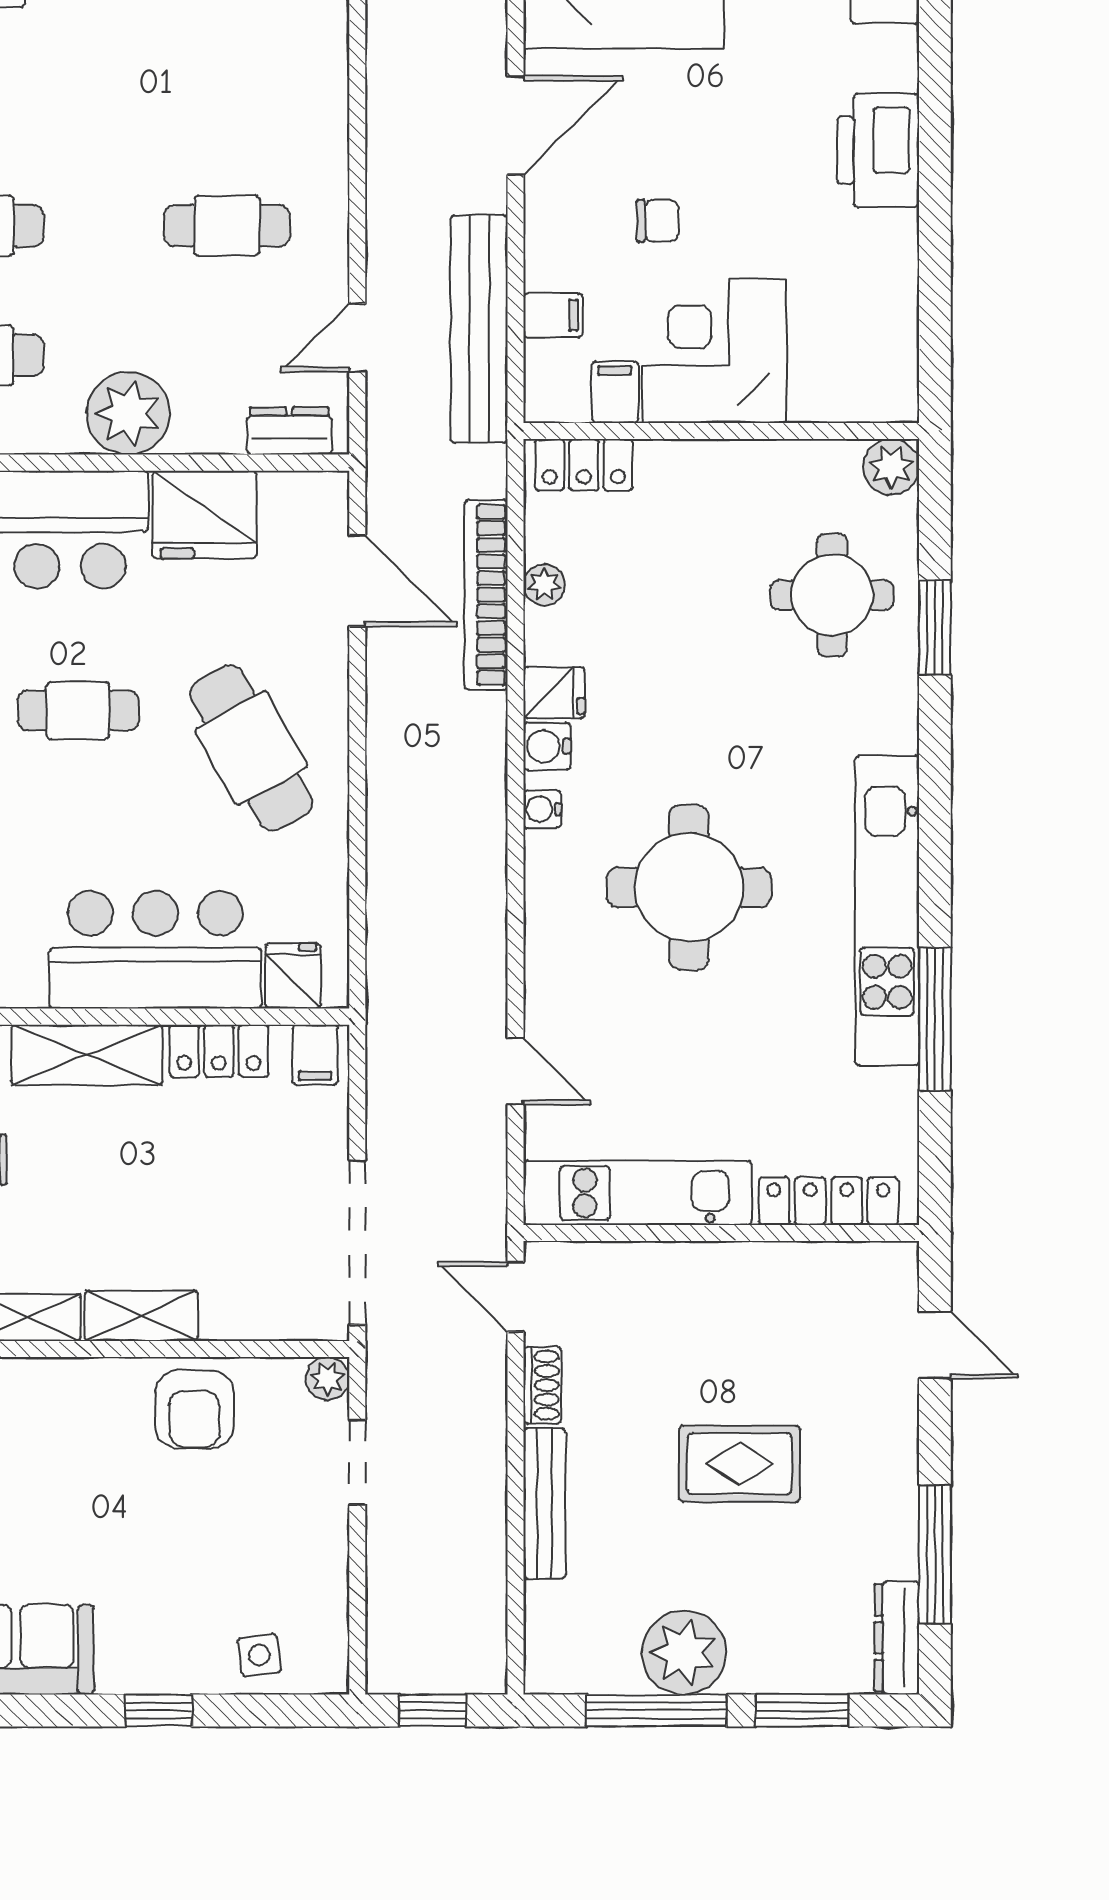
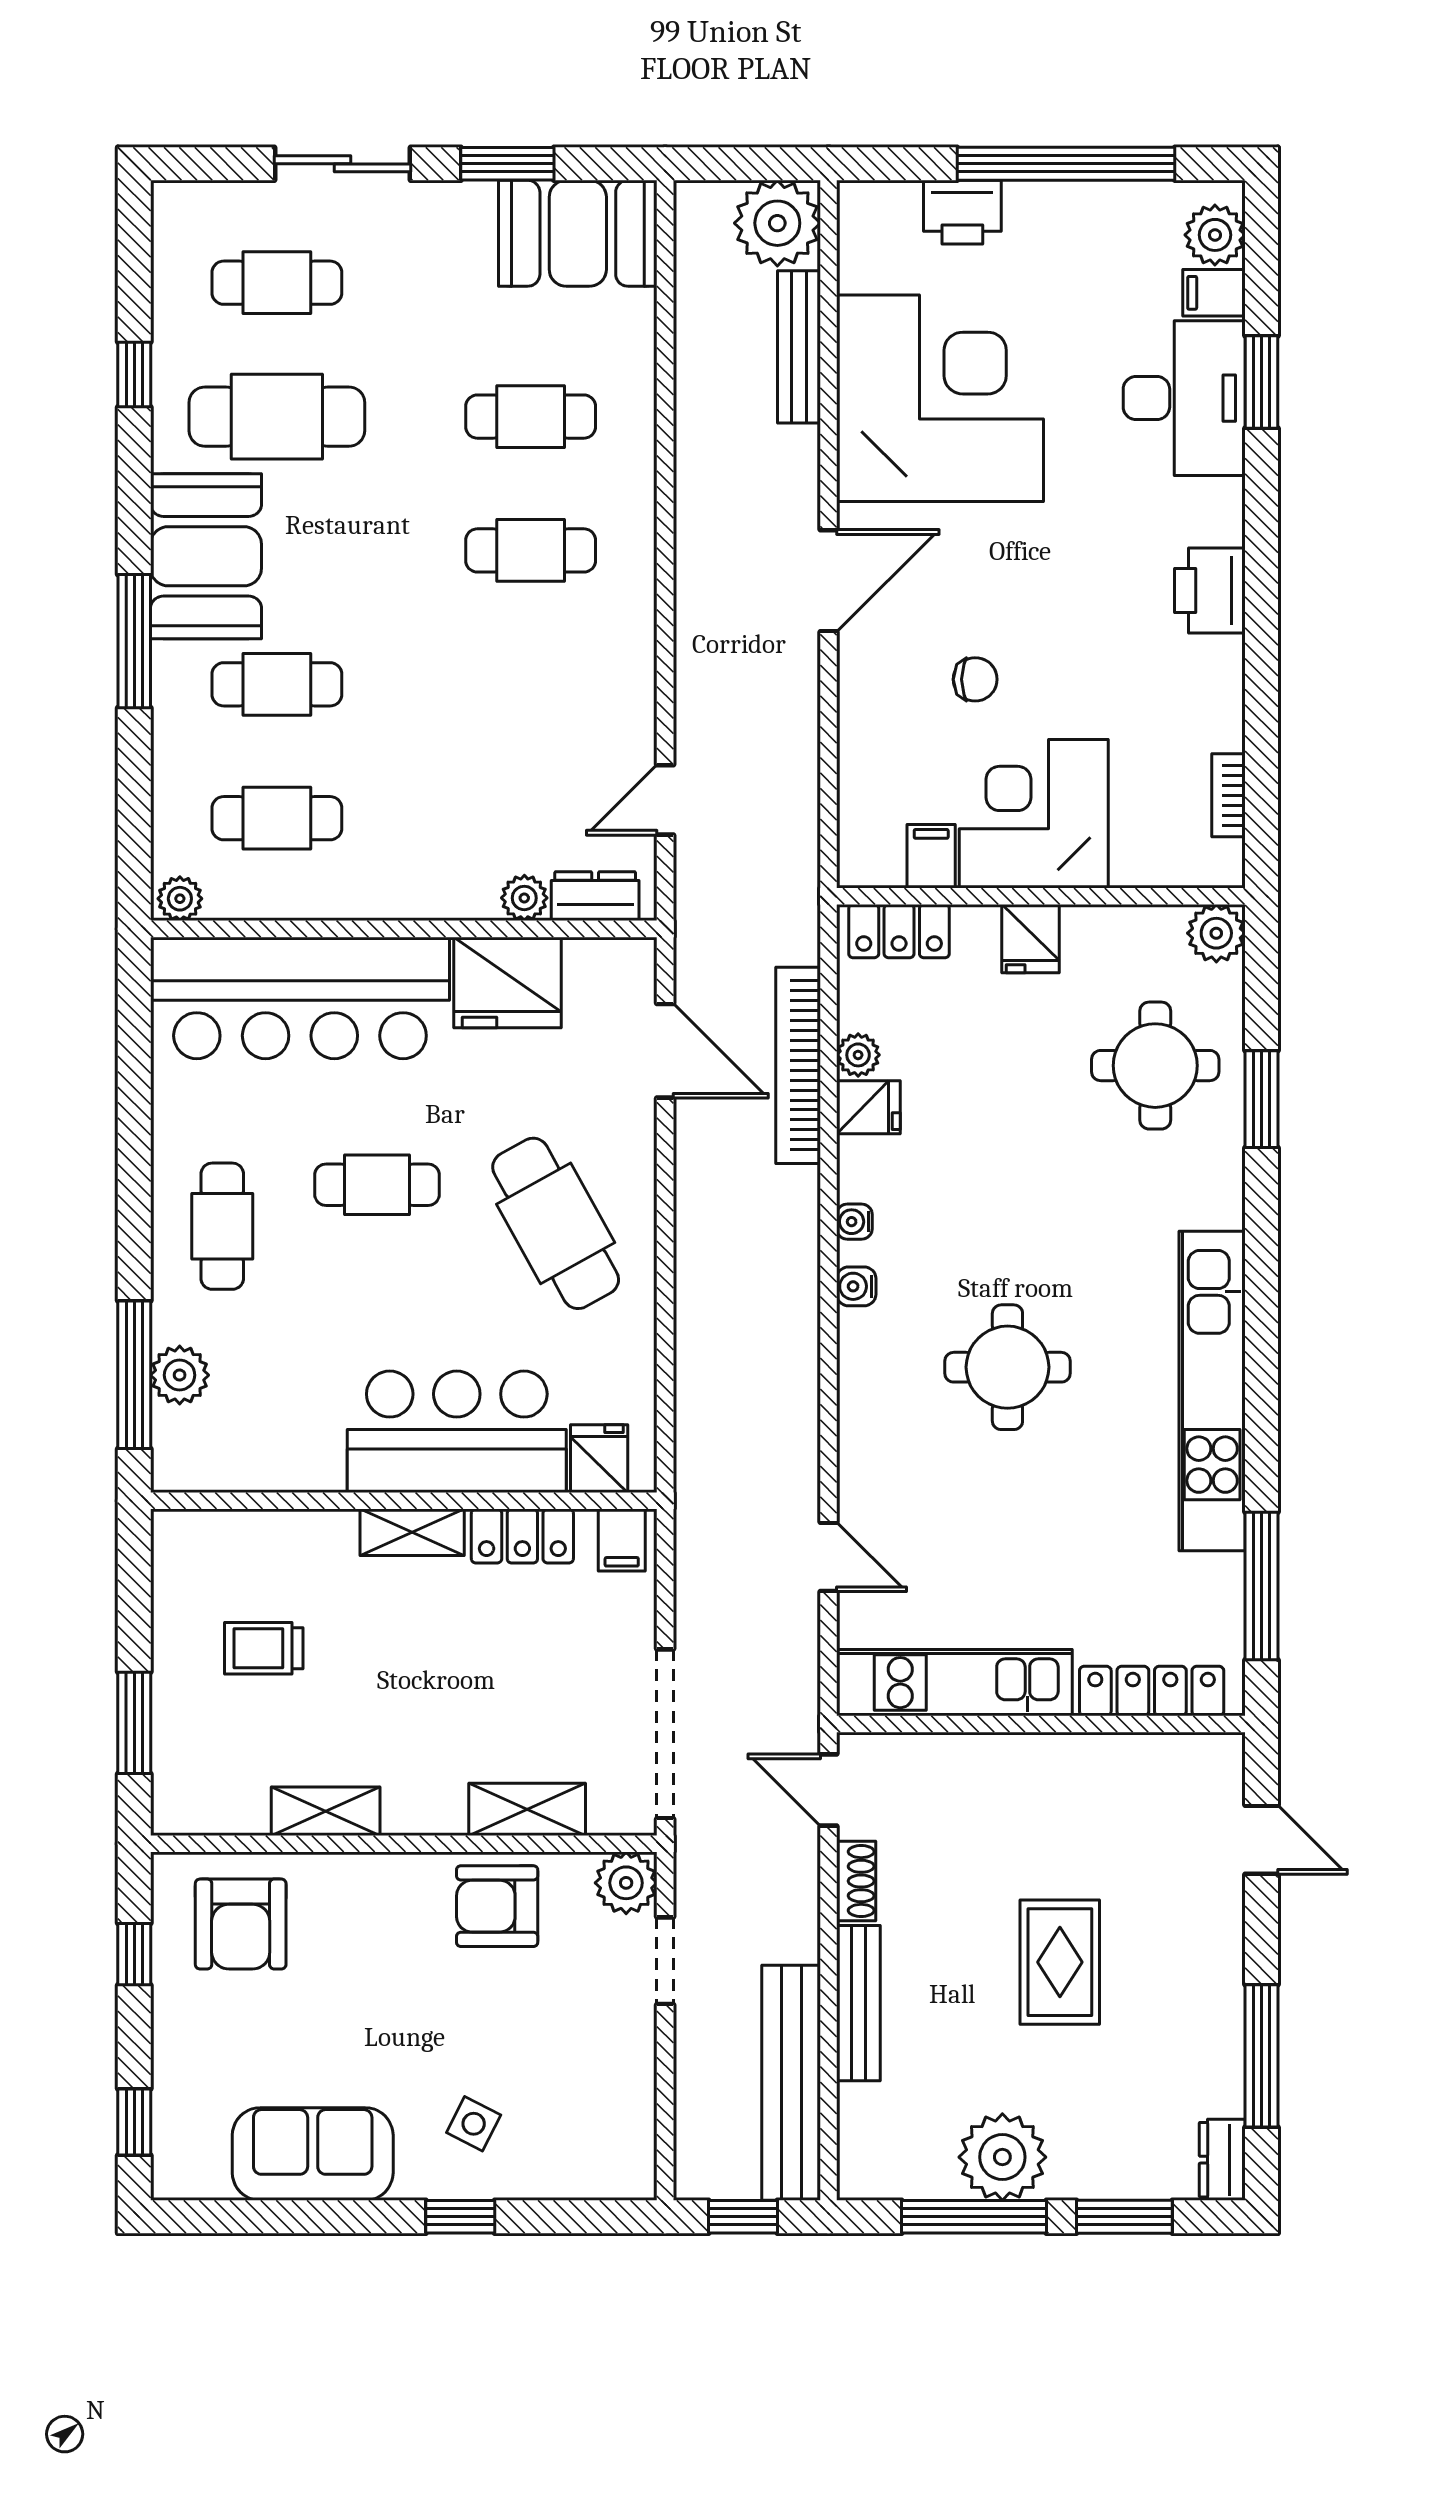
printer: (878, 150) -> (1210, 590), width x0.73, depth x0.84
cafe table: (227, 226) -> (531, 550), moved
filing cabinet: (553, 315) -> (867, 777), removed
bench: (479, 329) -> (791, 2083), moved
bookcase: (903, 333) -> (1228, 795), added
plant: (128, 413) -> (524, 898), moved, width x0.53, depth x0.53
fridge: (711, 472) -> (1031, 939), added
fridge: (554, 693) -> (868, 1107), moved
water cooler: (547, 746) -> (854, 1222), width x0.72, depth x0.72
round table: (689, 887) -> (1007, 1367), width x0.73, depth x0.73
window: (935, 1019) -> (1261, 1586), moved
shelving: (87, 1055) -> (412, 1532), width x0.67, depth x0.75
shelving: (141, 1316) -> (527, 1809), moved
plant: (327, 1379) -> (626, 1883), width x1.38, depth x1.38
armchair: (194, 1409) -> (497, 1906), turned 90
rug: (740, 1464) -> (1060, 1962), turned 90
dresser: (897, 1638) -> (1222, 2160), width x0.70
side table: (259, 1655) -> (474, 2124), moved, turned 35

